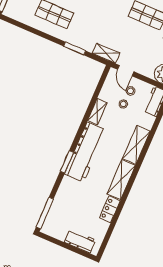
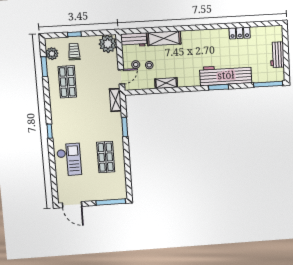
shelving: (136, 145) -> (164, 38), moved
workbench: (85, 152) -> (226, 75), moved
shelving: (121, 180) -> (211, 36), removed
workbench: (80, 241) -> (277, 55), moved

